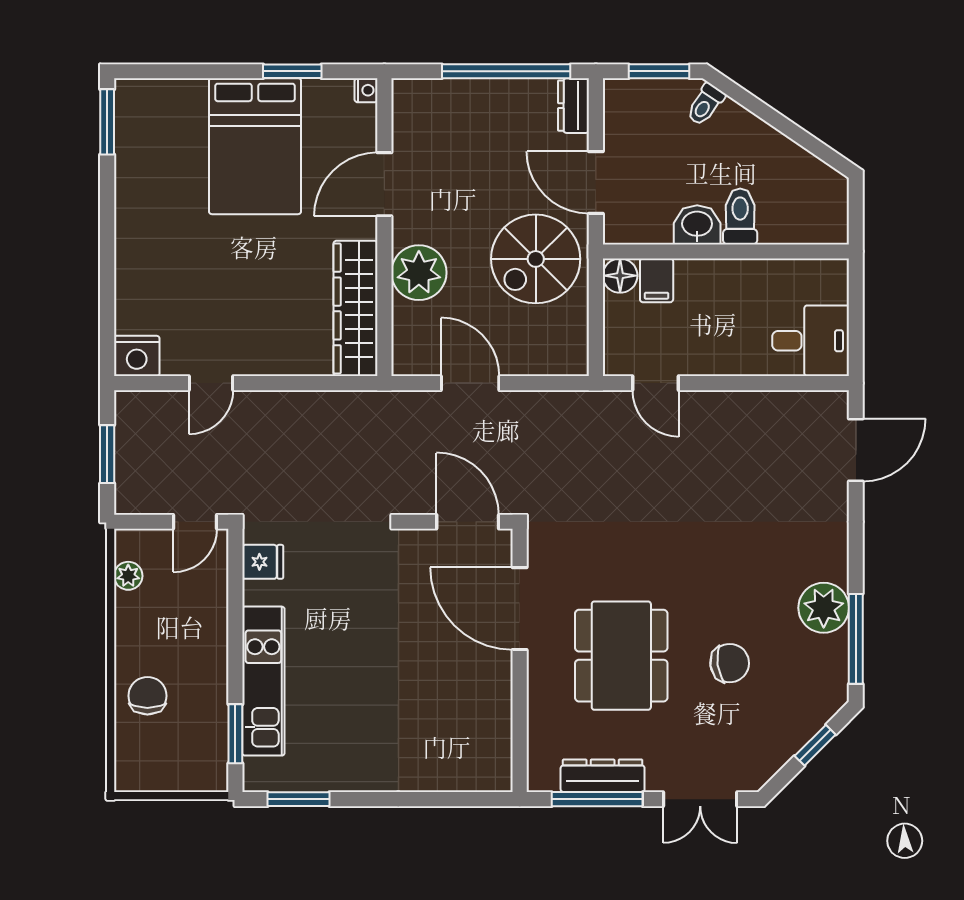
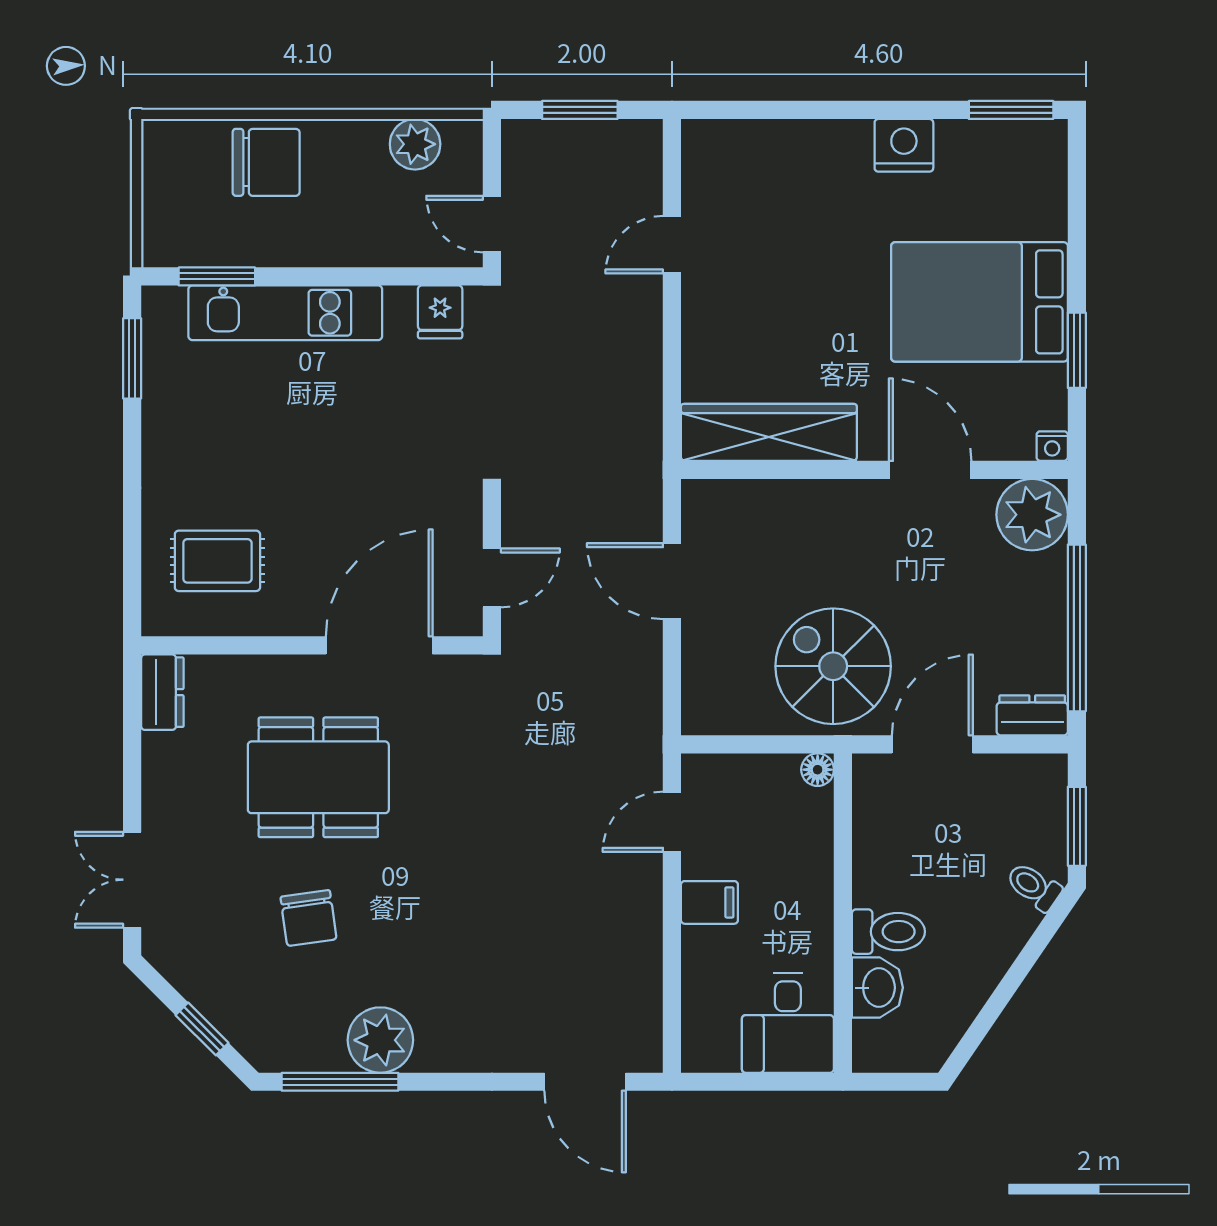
washbasin: (697, 225) -> (877, 988), moved
plant: (419, 273) -> (1032, 515), moved
floor lamp: (620, 276) -> (818, 770), width x0.73, depth x0.73
filing cabinet: (657, 280) -> (709, 902), moved, turned 180
desk: (811, 341) -> (788, 1023), moved
nightstand: (137, 356) -> (904, 145), moved, turned 90
door: (211, 383) -> (672, 245), hinge flipped
door: (470, 383) -> (672, 581), swing flipped
door: (468, 522) -> (492, 578), width x0.73
plant: (128, 576) -> (415, 144), width x1.38, depth x1.38
chair: (147, 696) -> (266, 162), width x1.37, depth x1.37
rug: (454, 733) -> (217, 561), added
dresser: (603, 776) -> (162, 692), moved, width x0.70
window: (597, 799) -> (132, 746), removed

